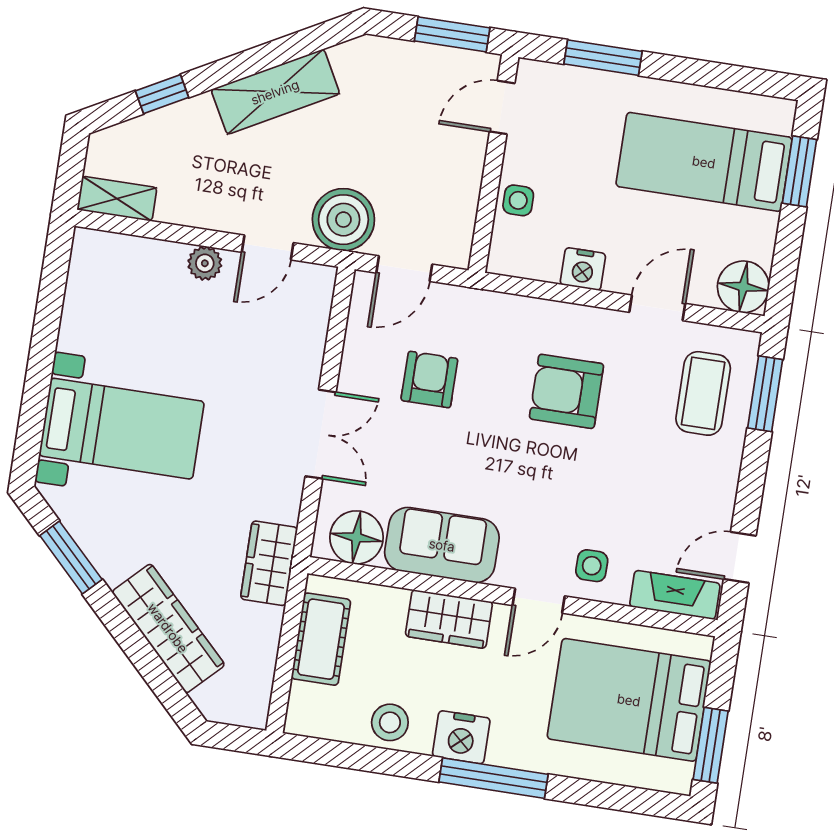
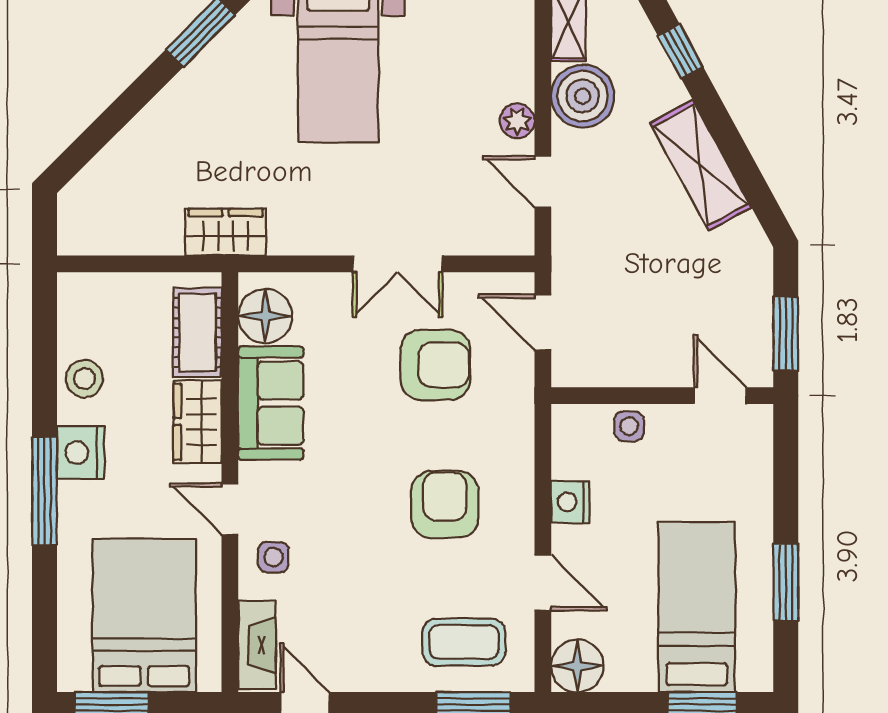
window: (603, 58) -> (786, 582), moved
boiler: (343, 220) -> (583, 96), moved
armchair: (429, 379) -> (435, 365), width x1.38, depth x1.38
double door: (321, 434) -> (398, 264), moved
wardrobe: (168, 628) -> (144, 141), removed
cot: (321, 639) -> (198, 333), moved, turned 90

